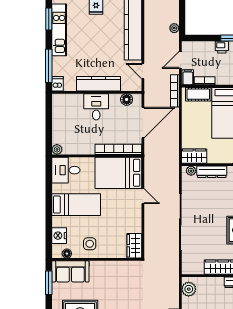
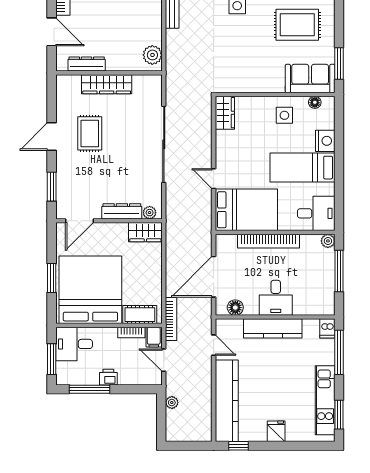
door: (180, 60) -> (164, 360), swing flipped
window: (49, 127) -> (339, 271), added
bookcase: (118, 149) -> (268, 241), moved
nightstand: (59, 236) -> (325, 141), moved

